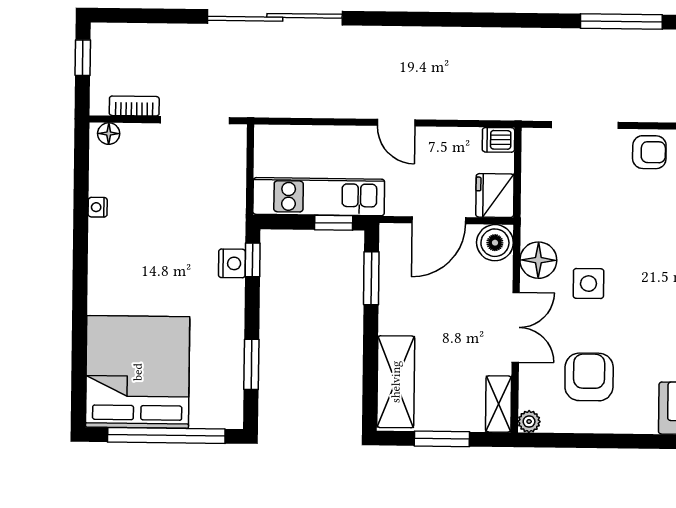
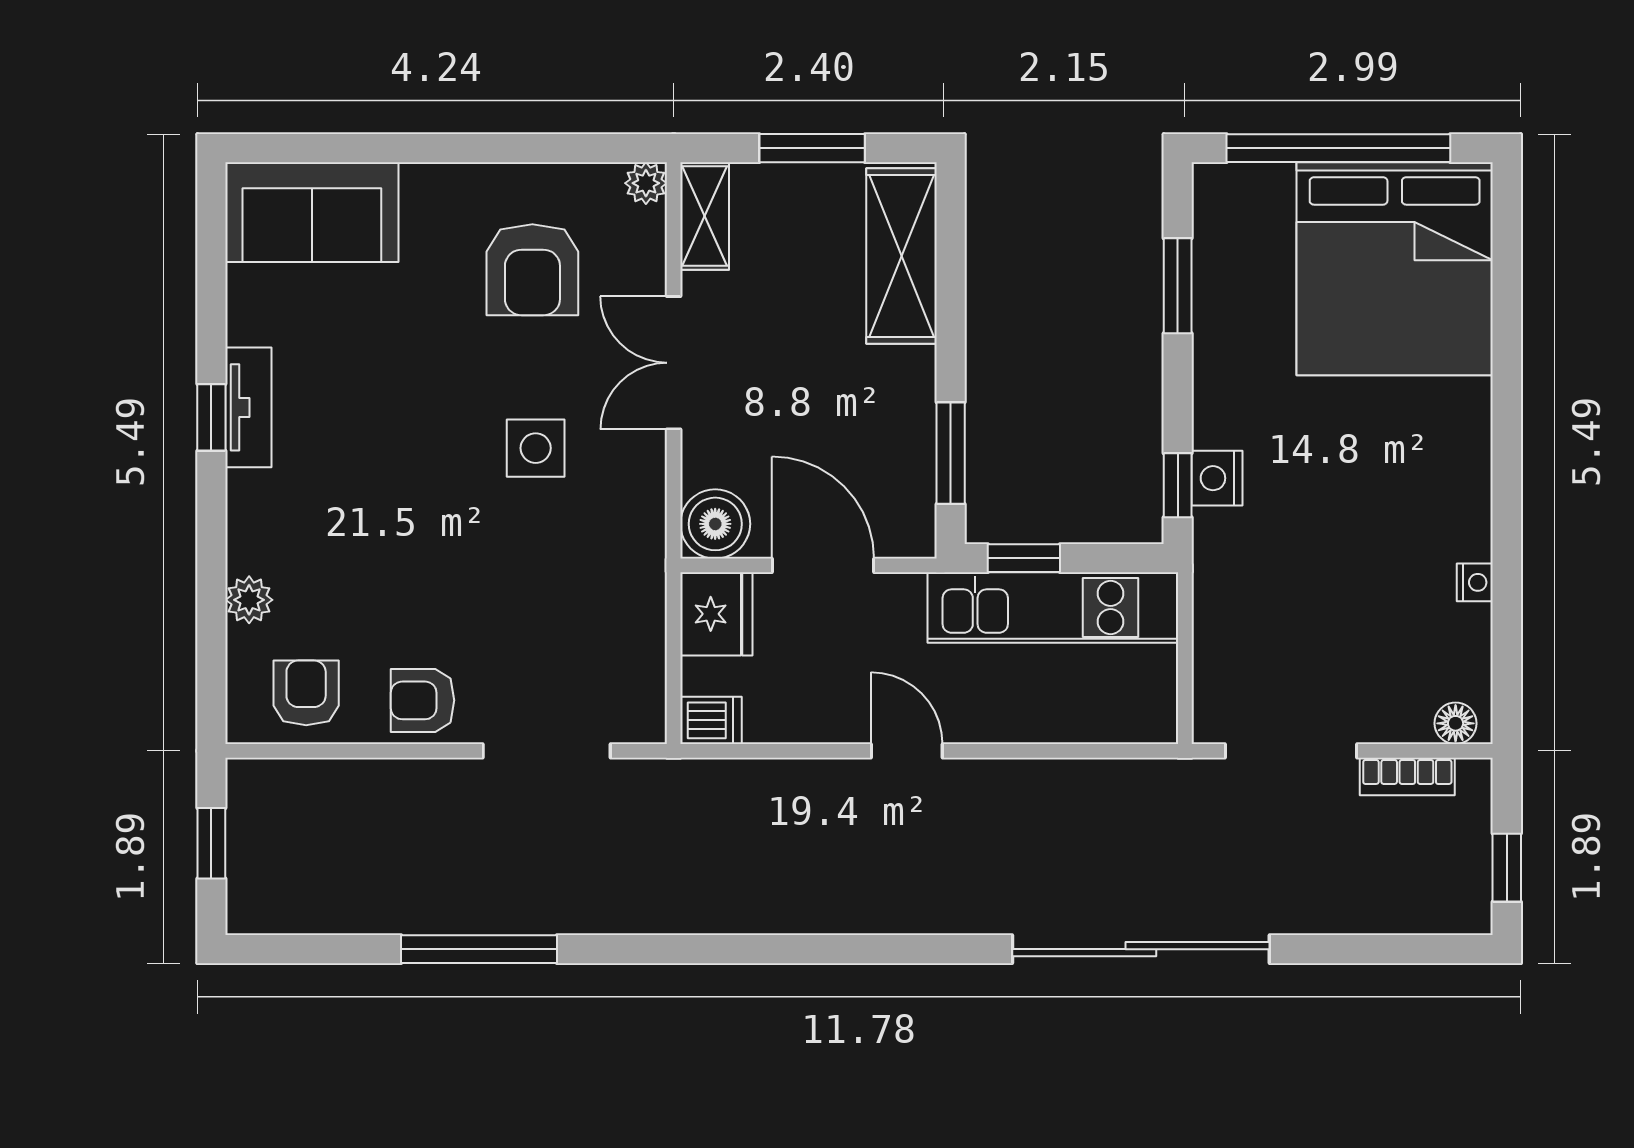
door: (439, 220) -> (823, 565), hinge flipped
floor lamp: (538, 260) -> (632, 492), removed

